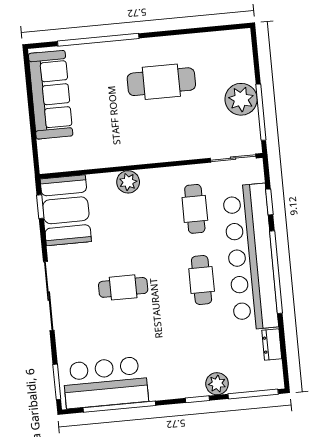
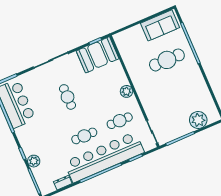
cafe table: (161, 82) -> (167, 60), moved, turned 90
sofa: (51, 95) -> (160, 25), width x0.73
plant: (241, 99) -> (198, 120), moved
plant: (128, 182) -> (126, 91), moved

